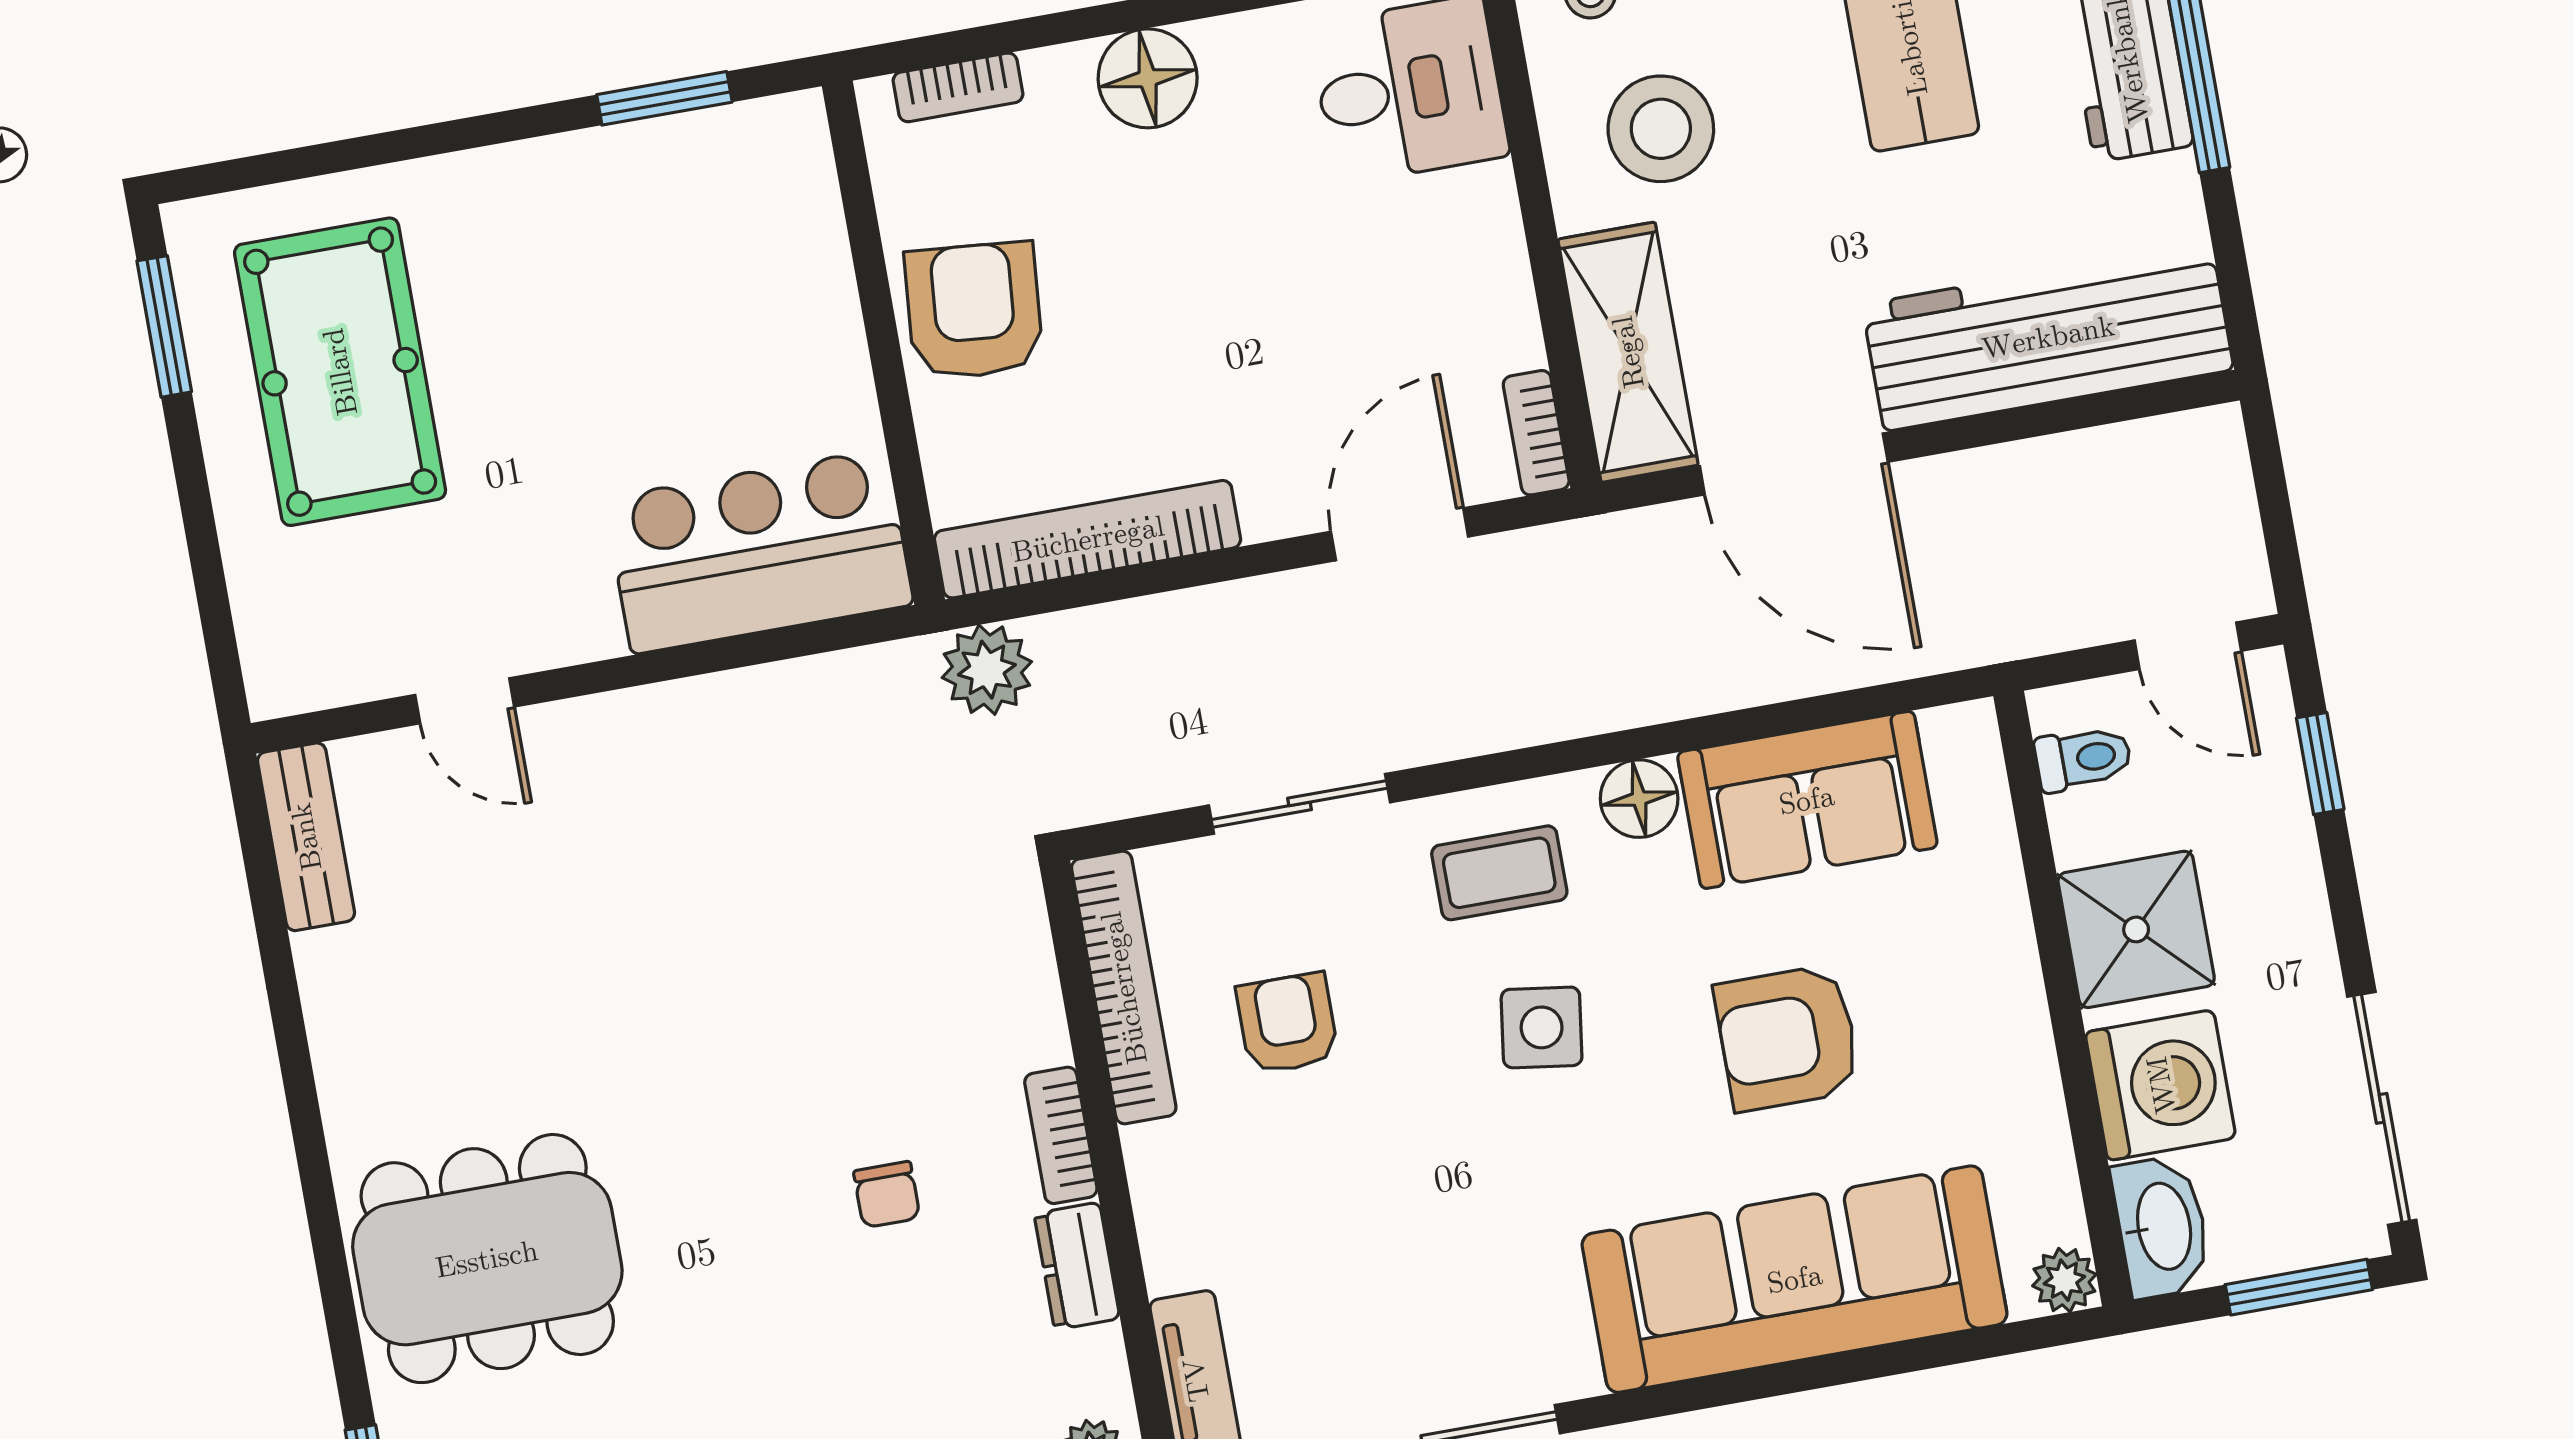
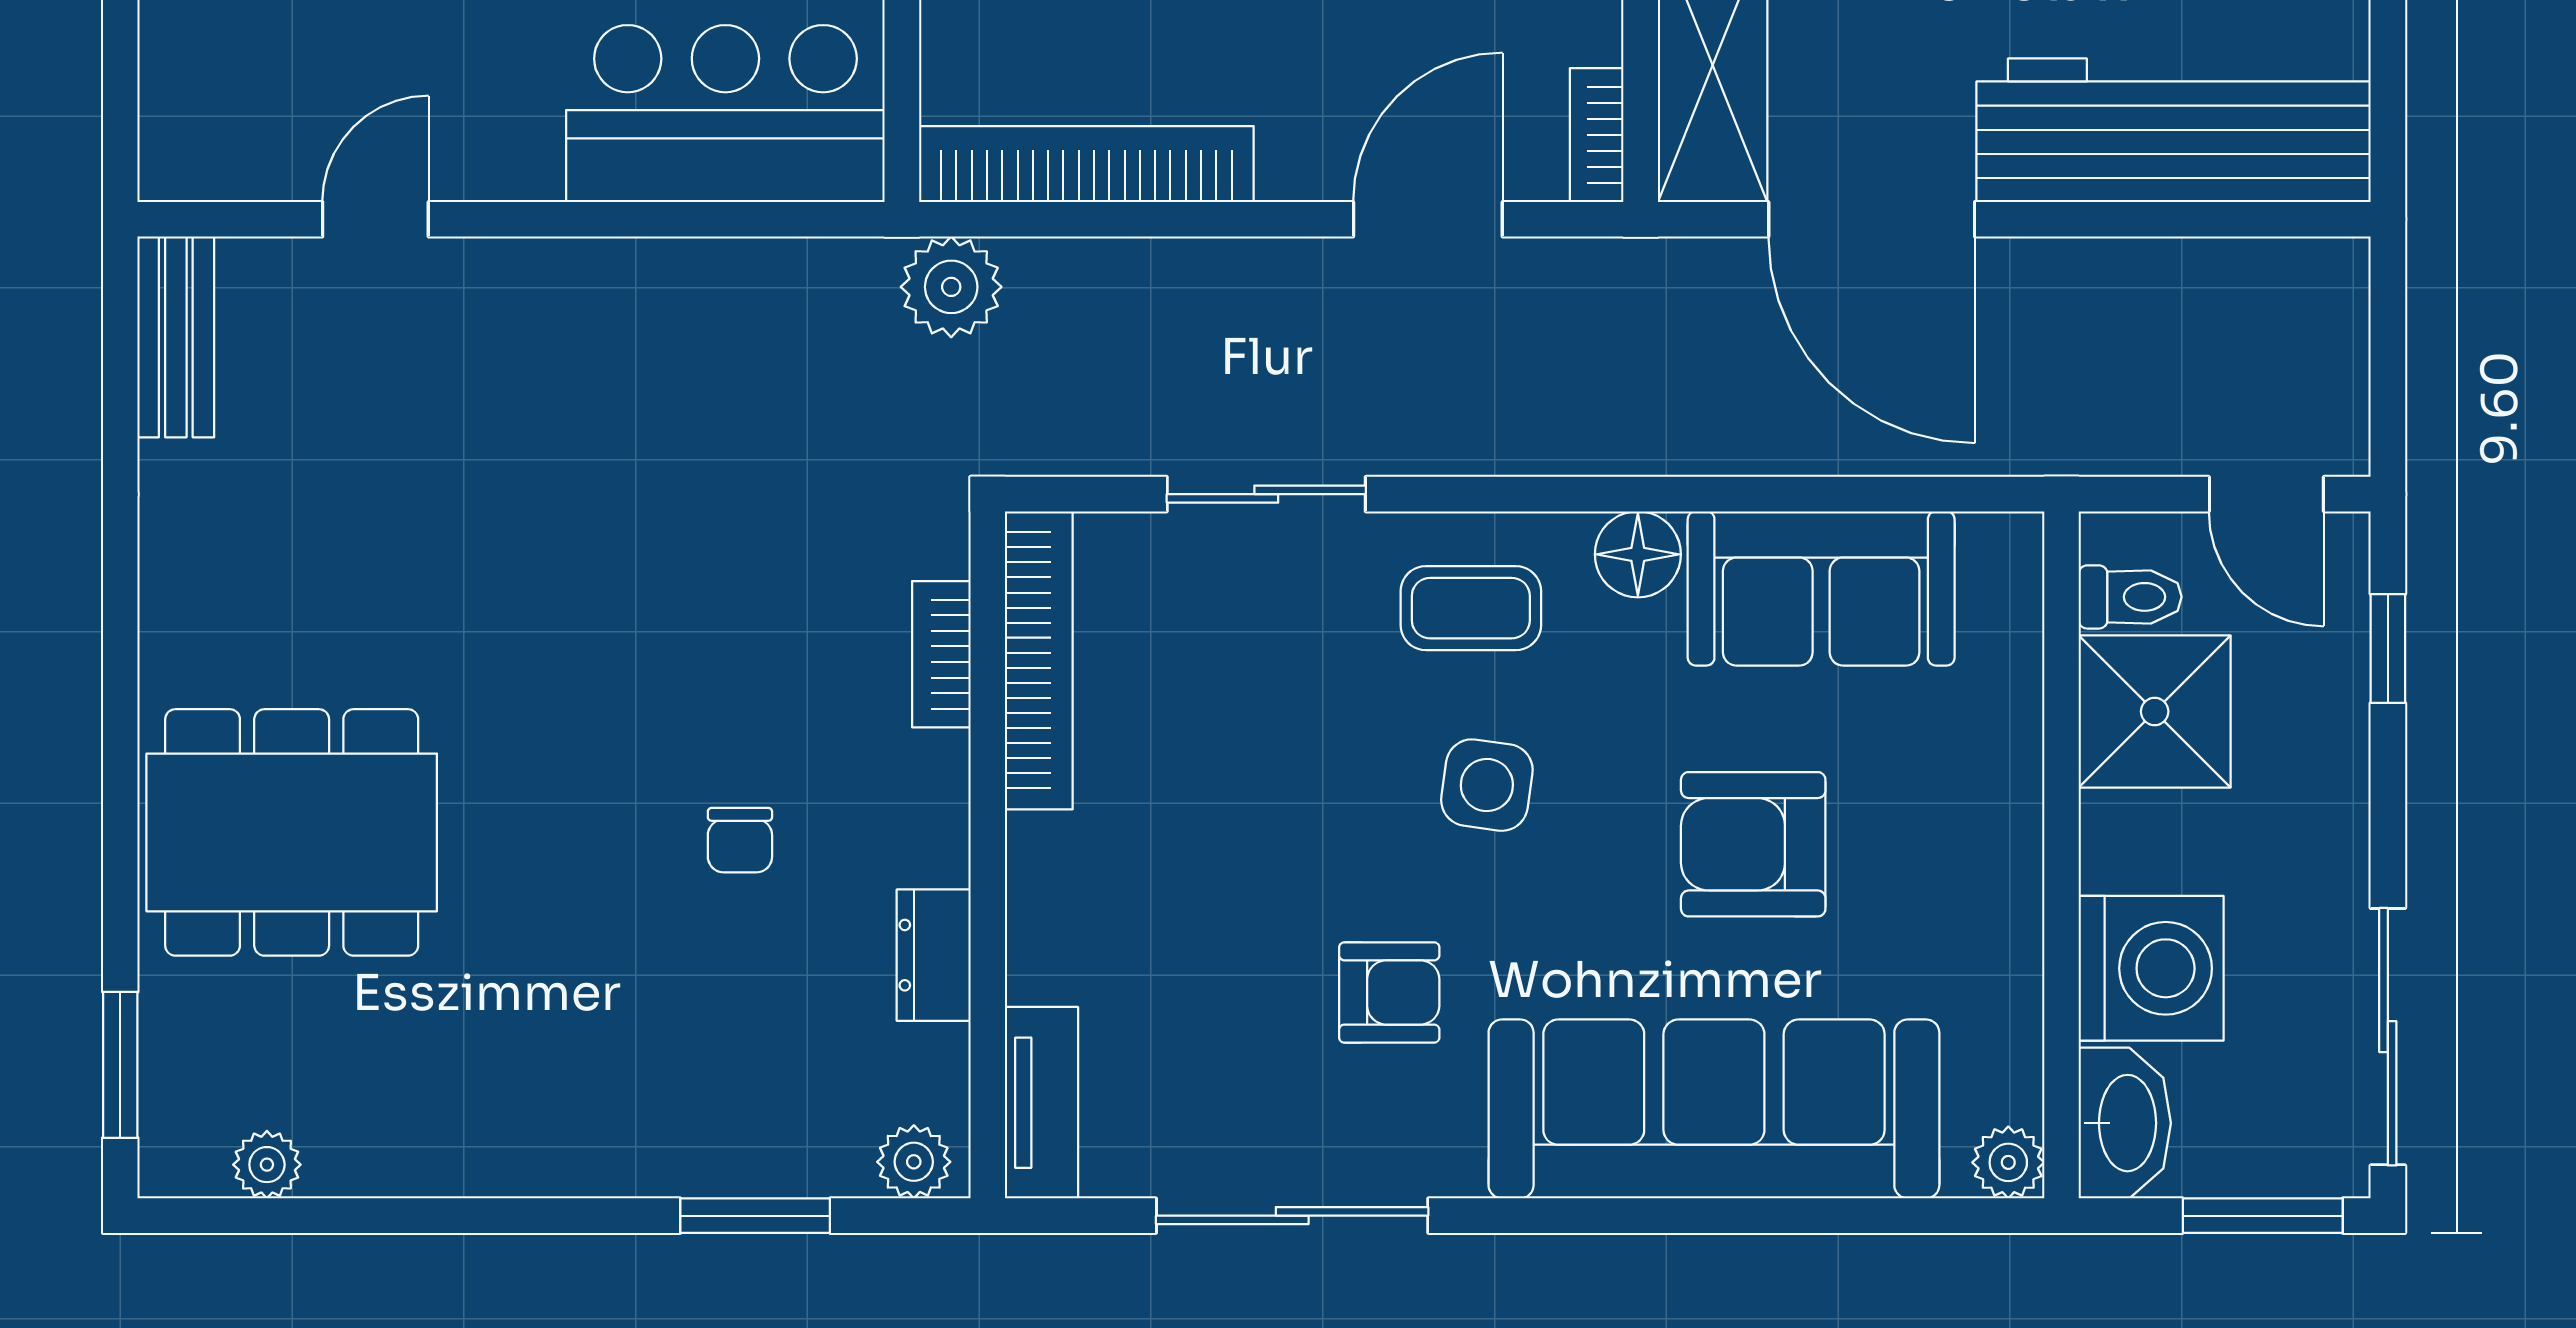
door: (465, 701) -> (375, 219), swing flipped
shower: (2136, 929) -> (2155, 712), moved
armchair: (1287, 1023) -> (1389, 992), moved, turned 90
bookcase: (1061, 1135) -> (941, 654), moved

